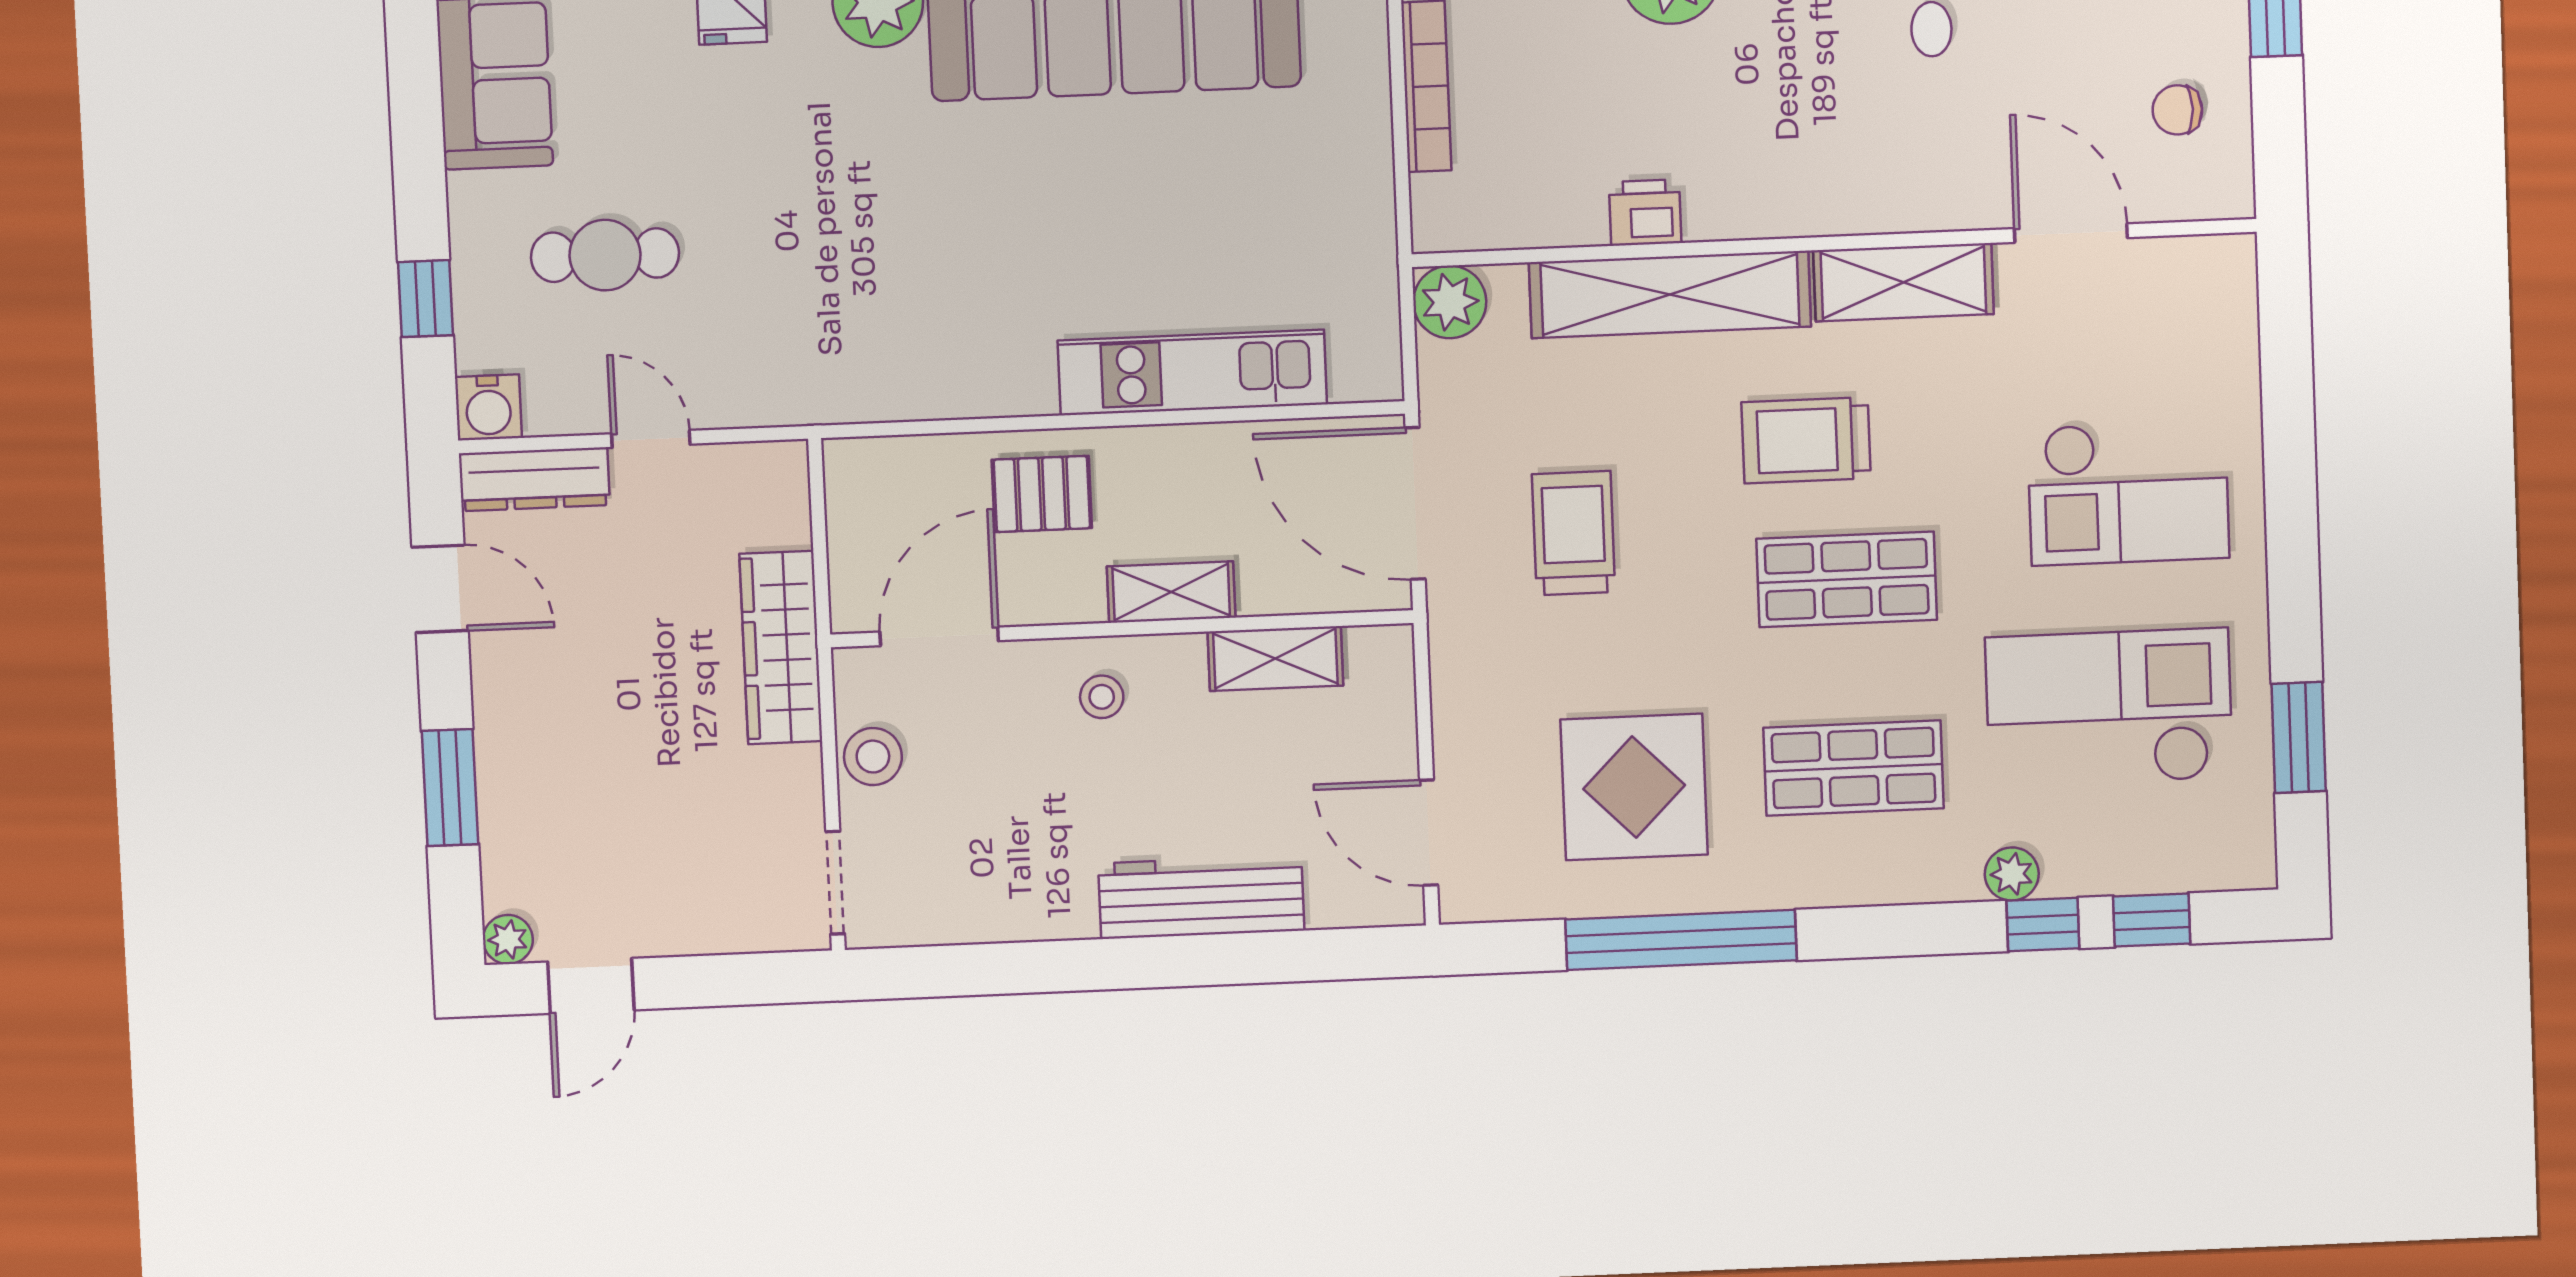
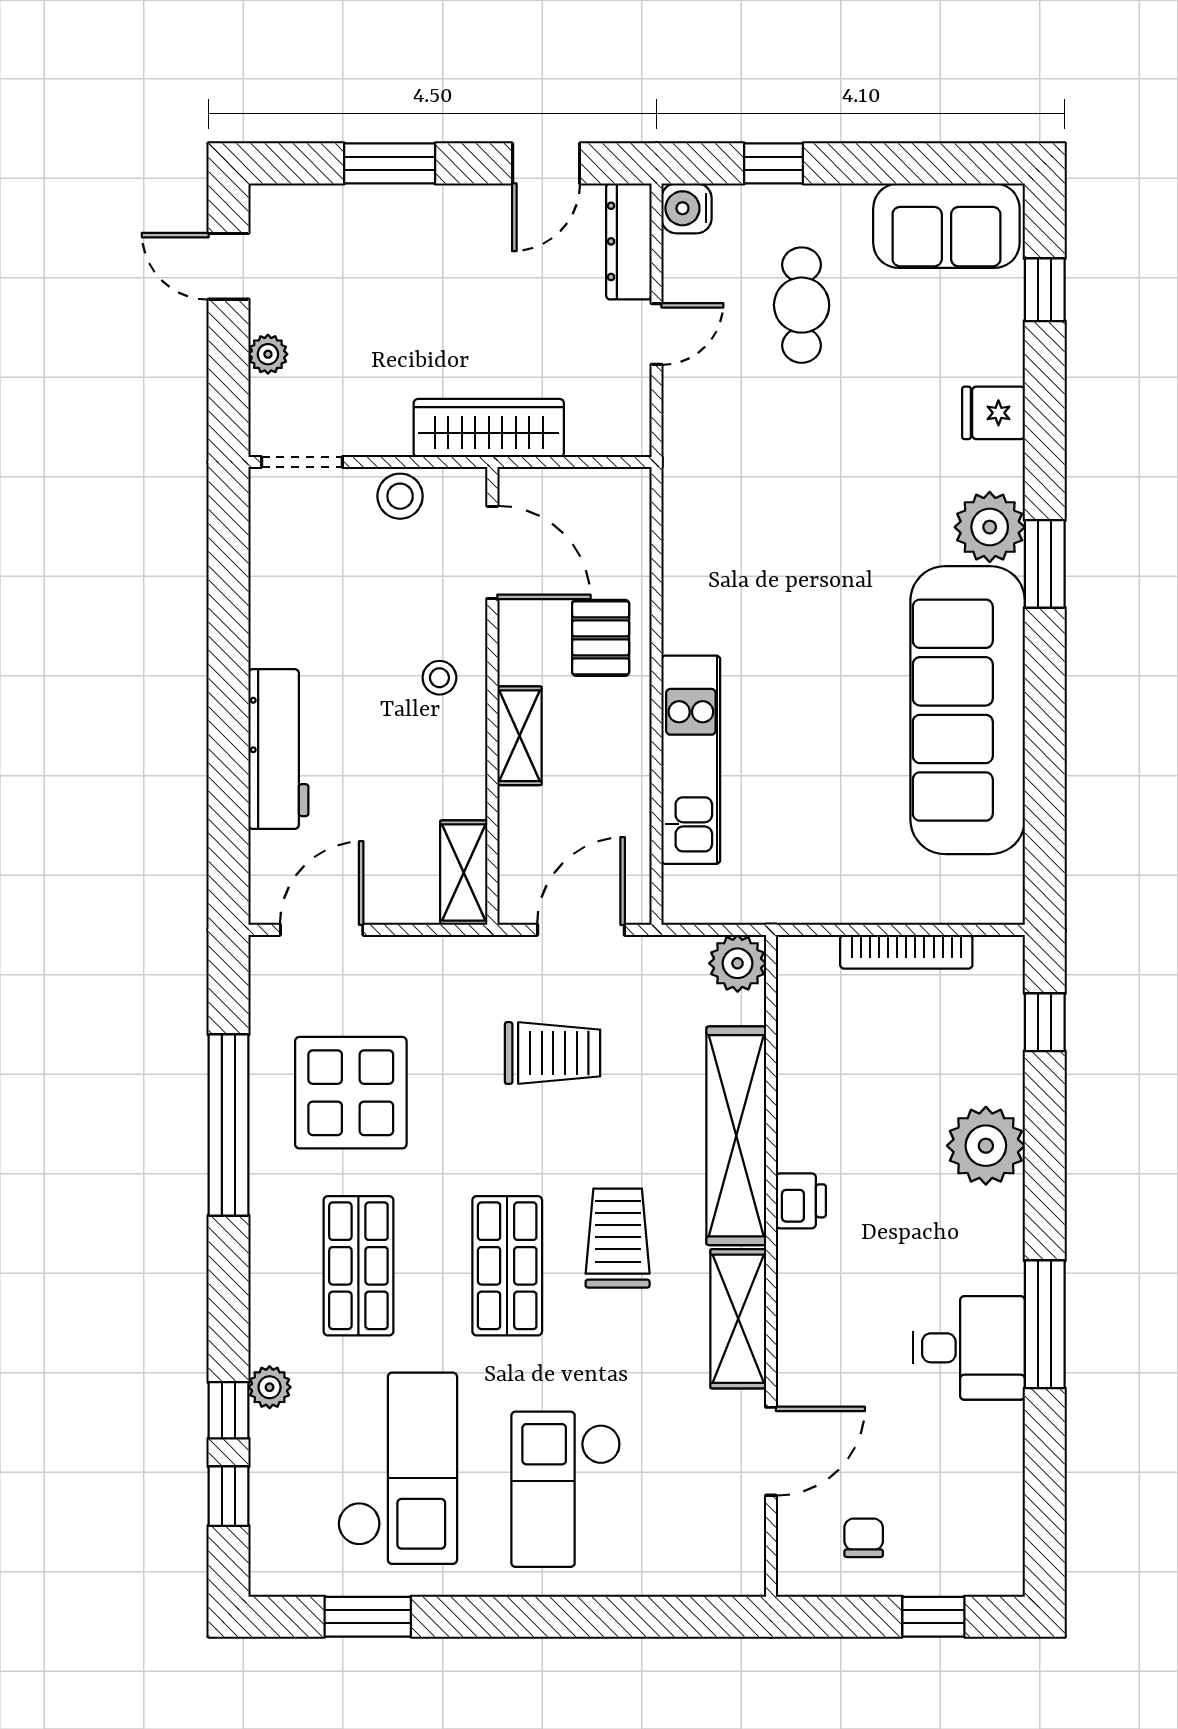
printer: (1645, 212) -> (801, 1201), moved
door: (1415, 503) -> (581, 930), width x0.73
shelving: (1275, 659) -> (464, 873), moved
plant: (508, 939) -> (268, 354), moved

